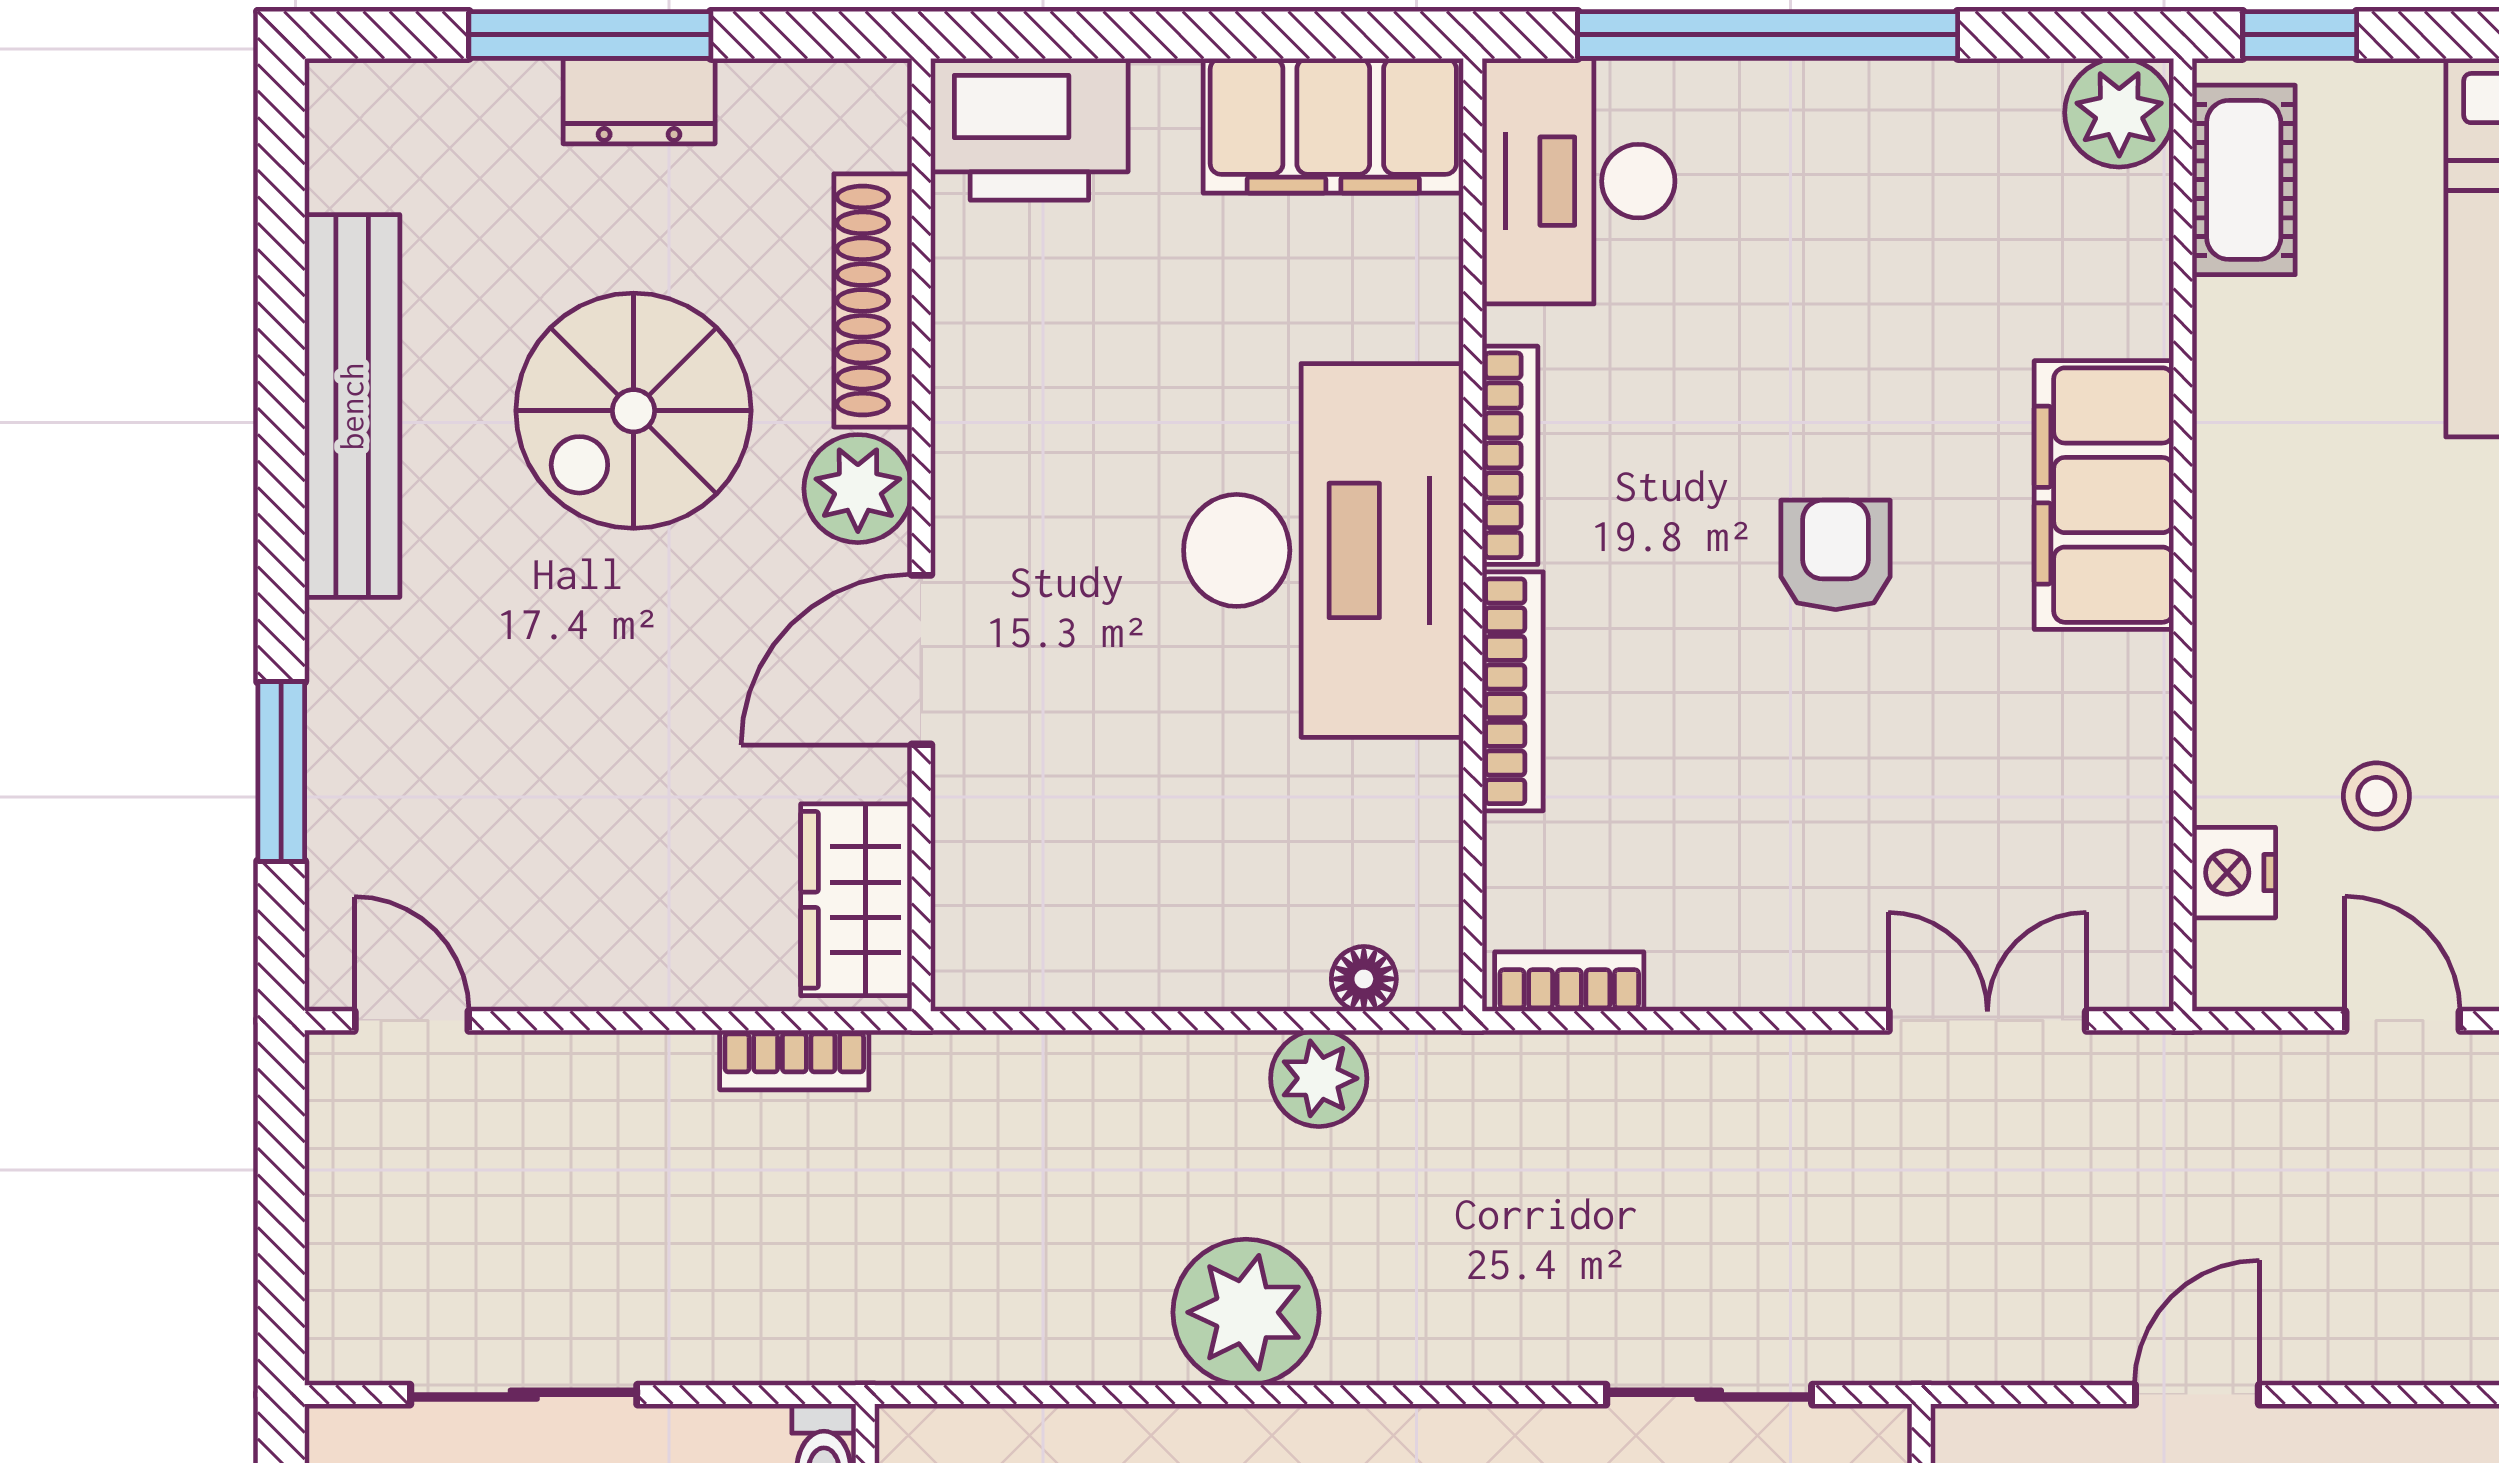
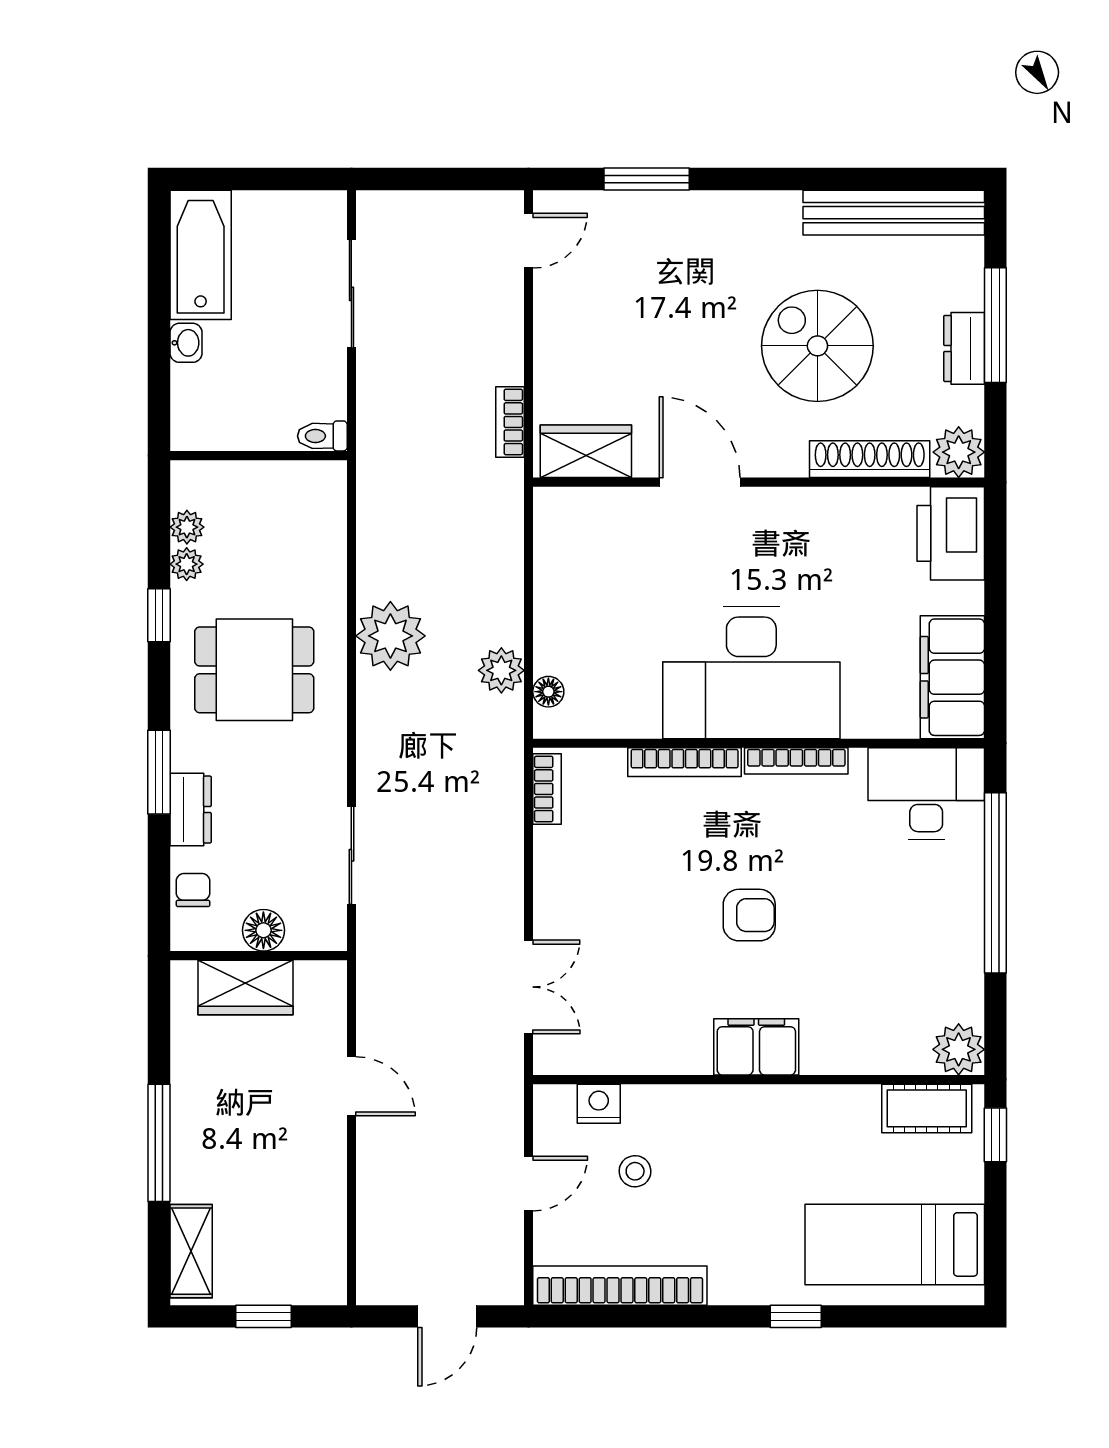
bench: (352, 406) -> (894, 213), moved
plant: (858, 489) -> (959, 452), moved
filing cabinet: (2104, 495) -> (756, 1047), width x0.67, depth x0.86

